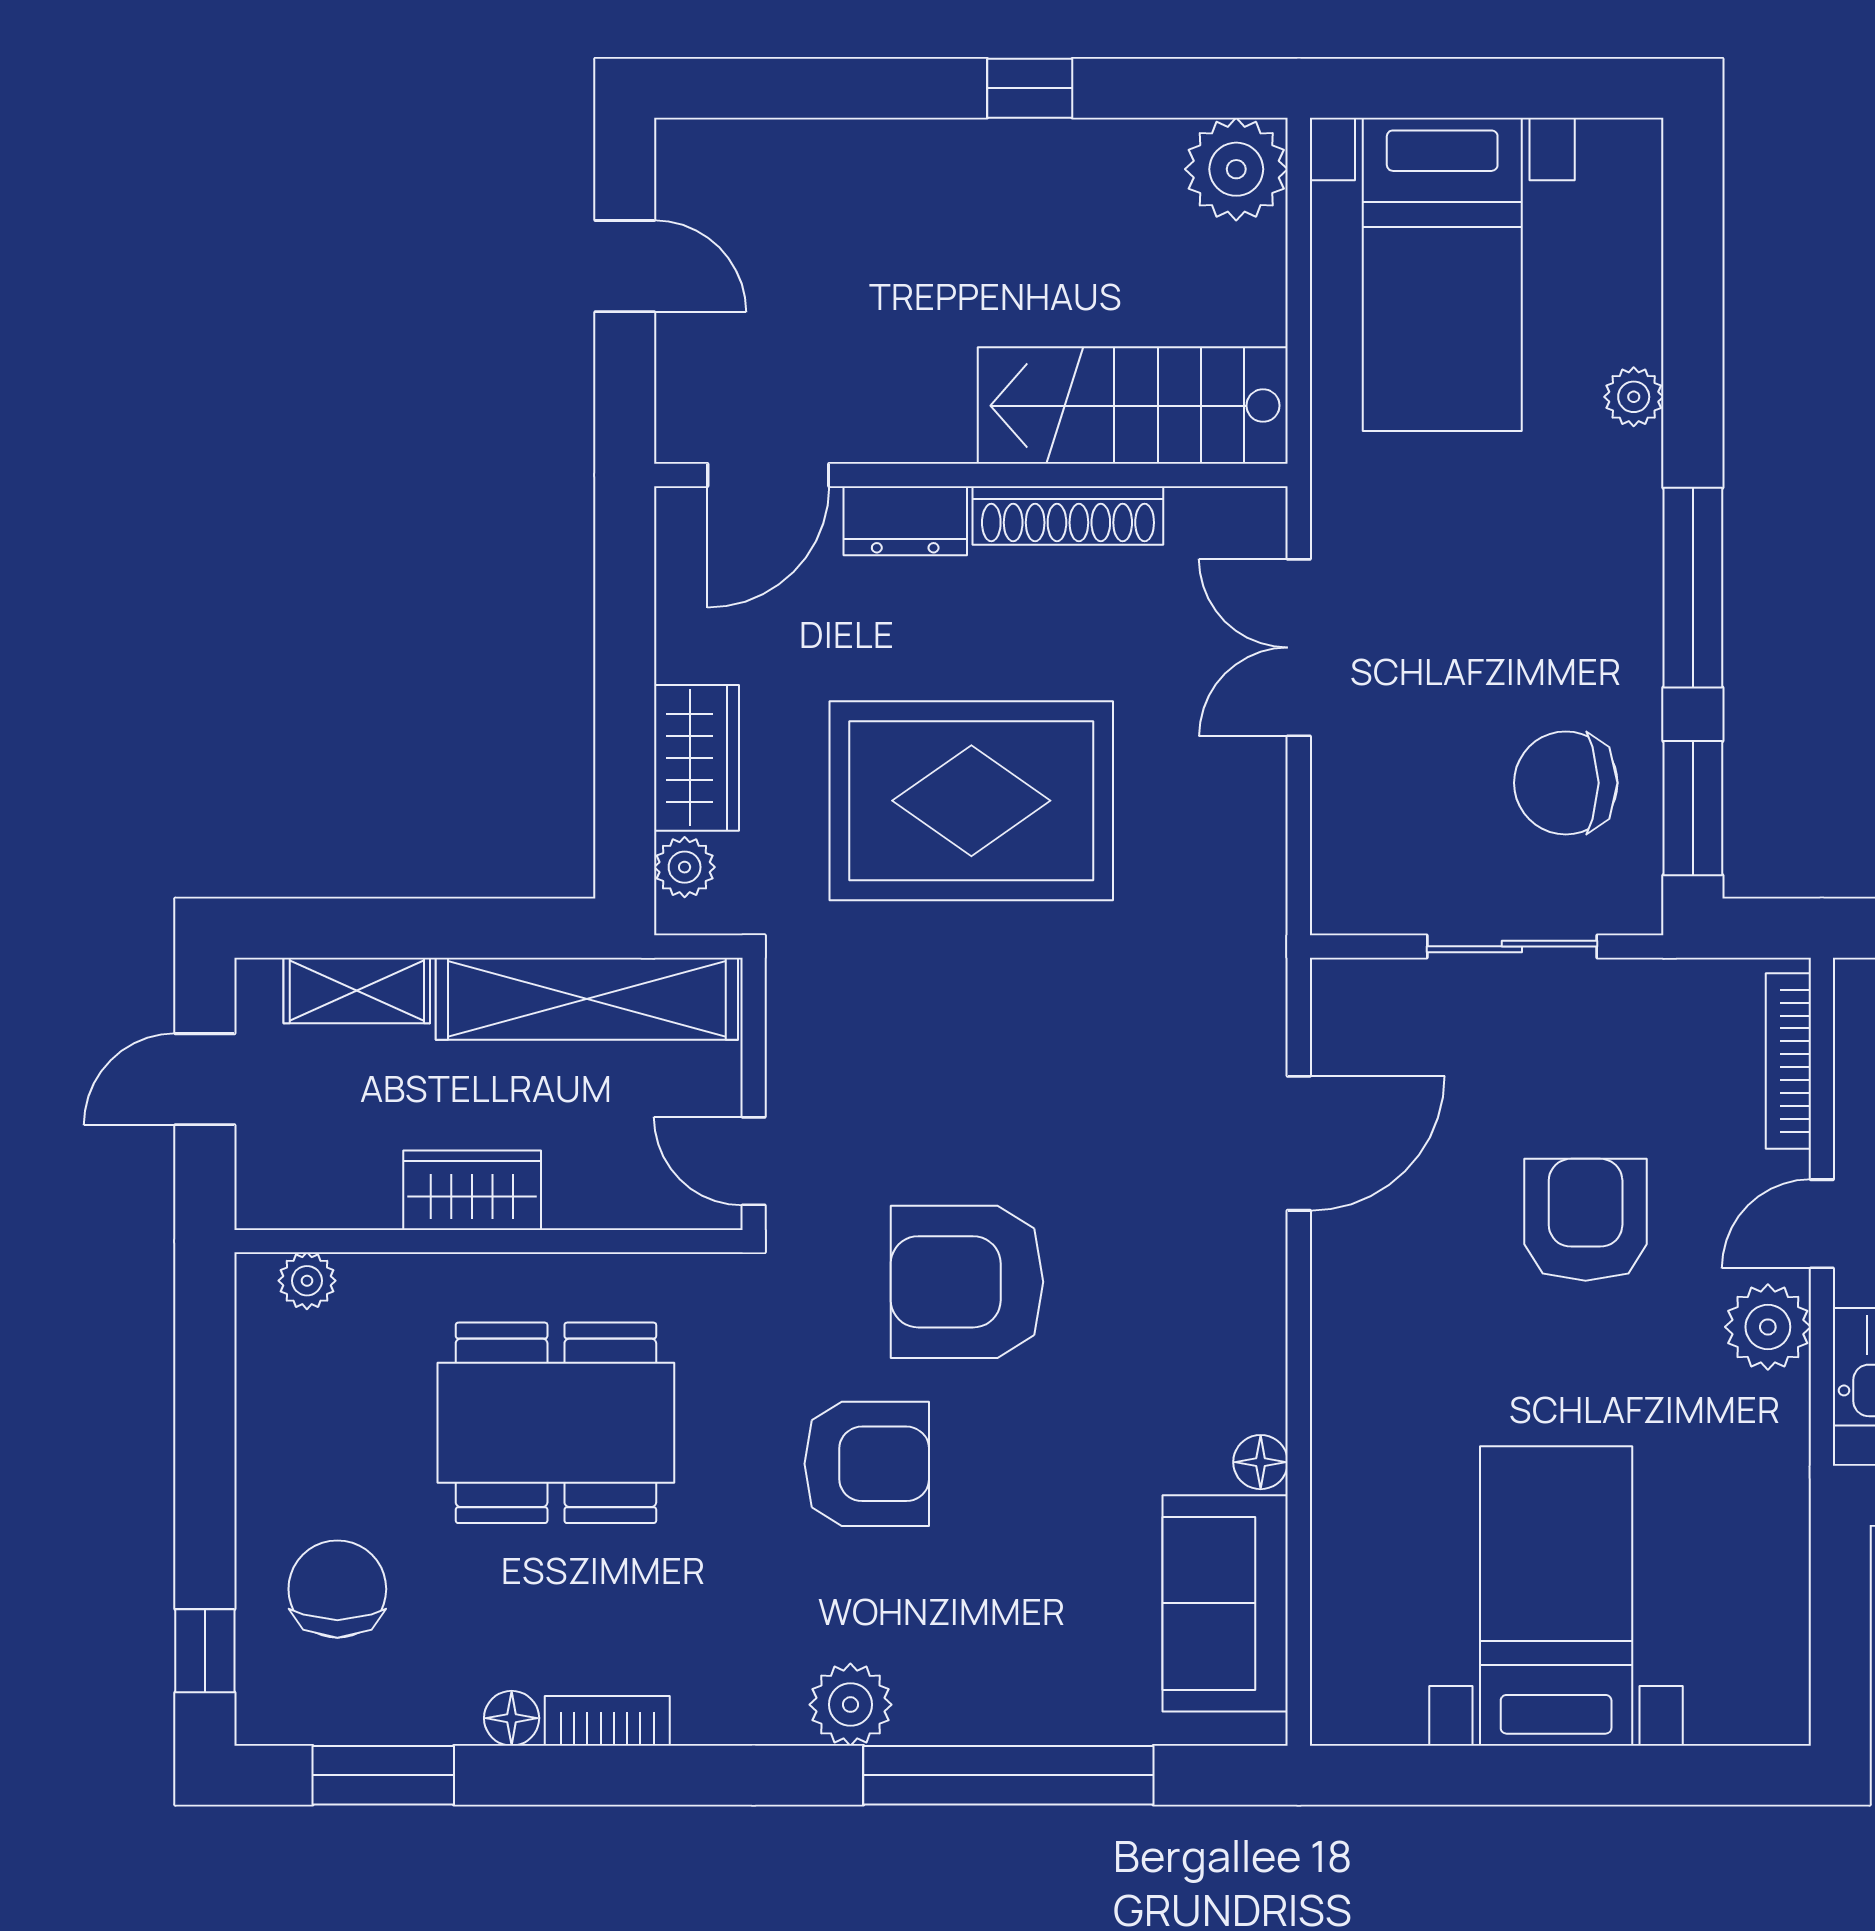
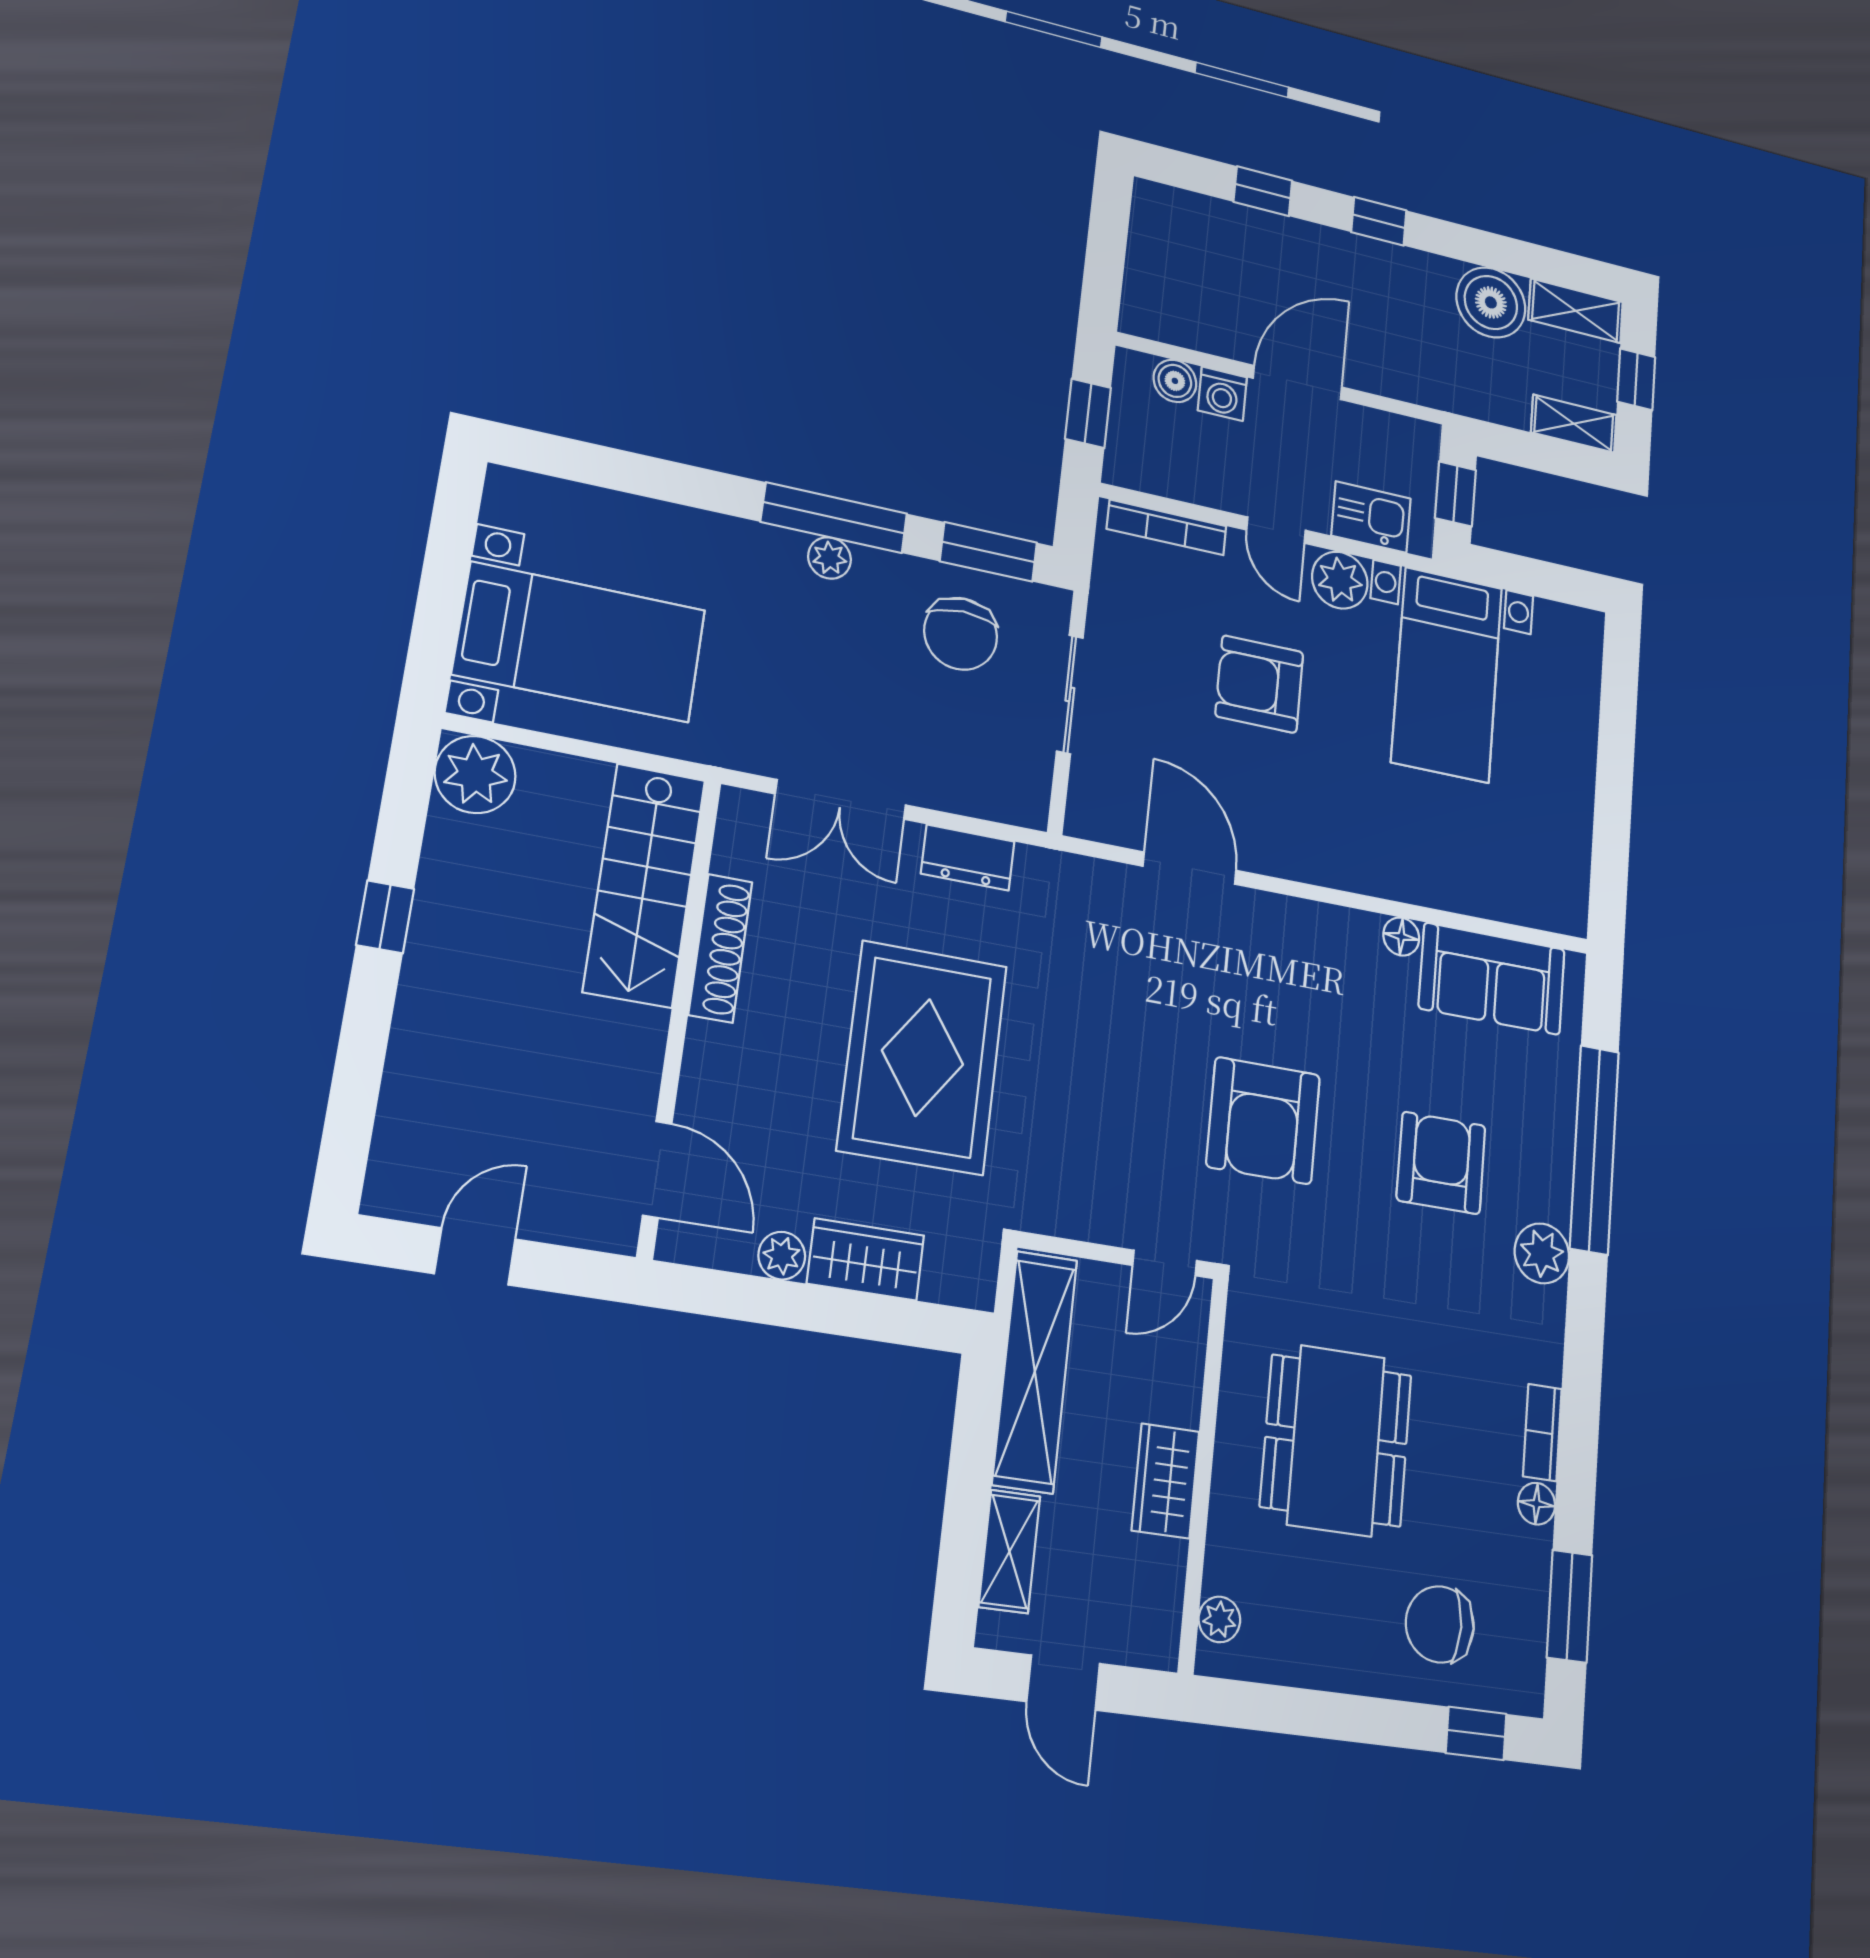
plant: (1634, 397) -> (830, 558), moved
dresser: (905, 521) -> (968, 858), moved, turned 90
plant: (685, 867) -> (782, 1256), moved
armchair: (867, 1464) -> (1441, 1163), moved
bed with nightstands: (1556, 1596) -> (1447, 674), moved, turned -90

